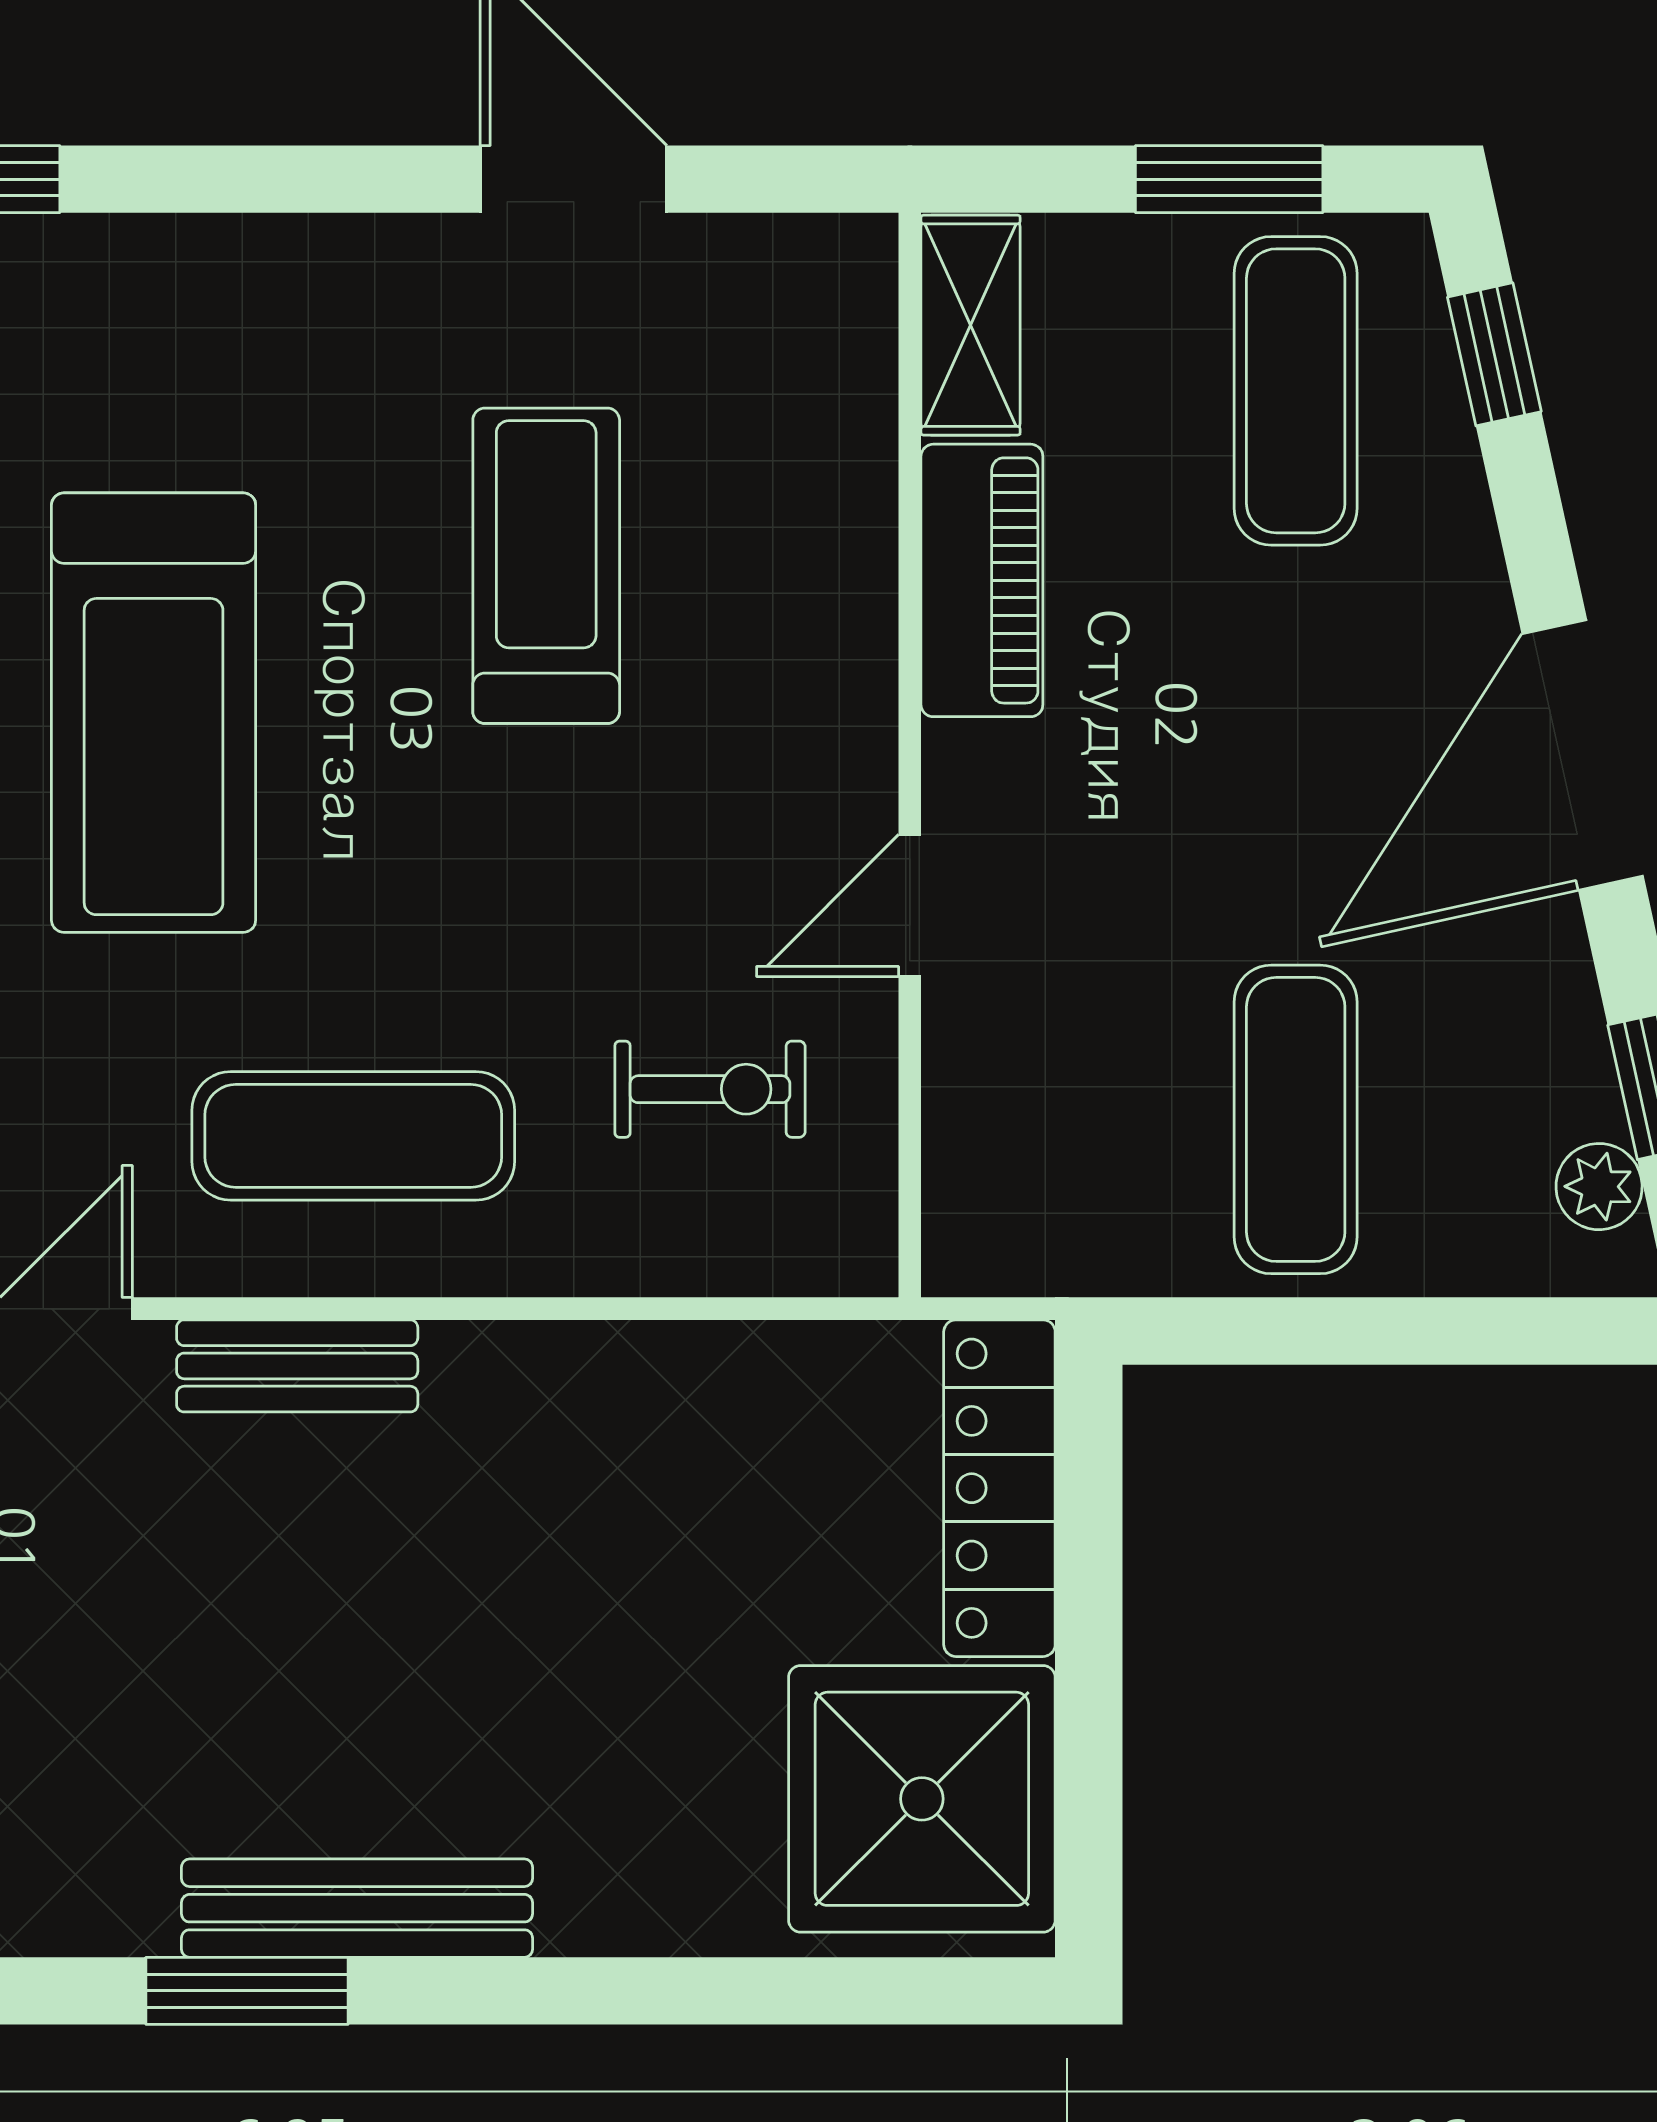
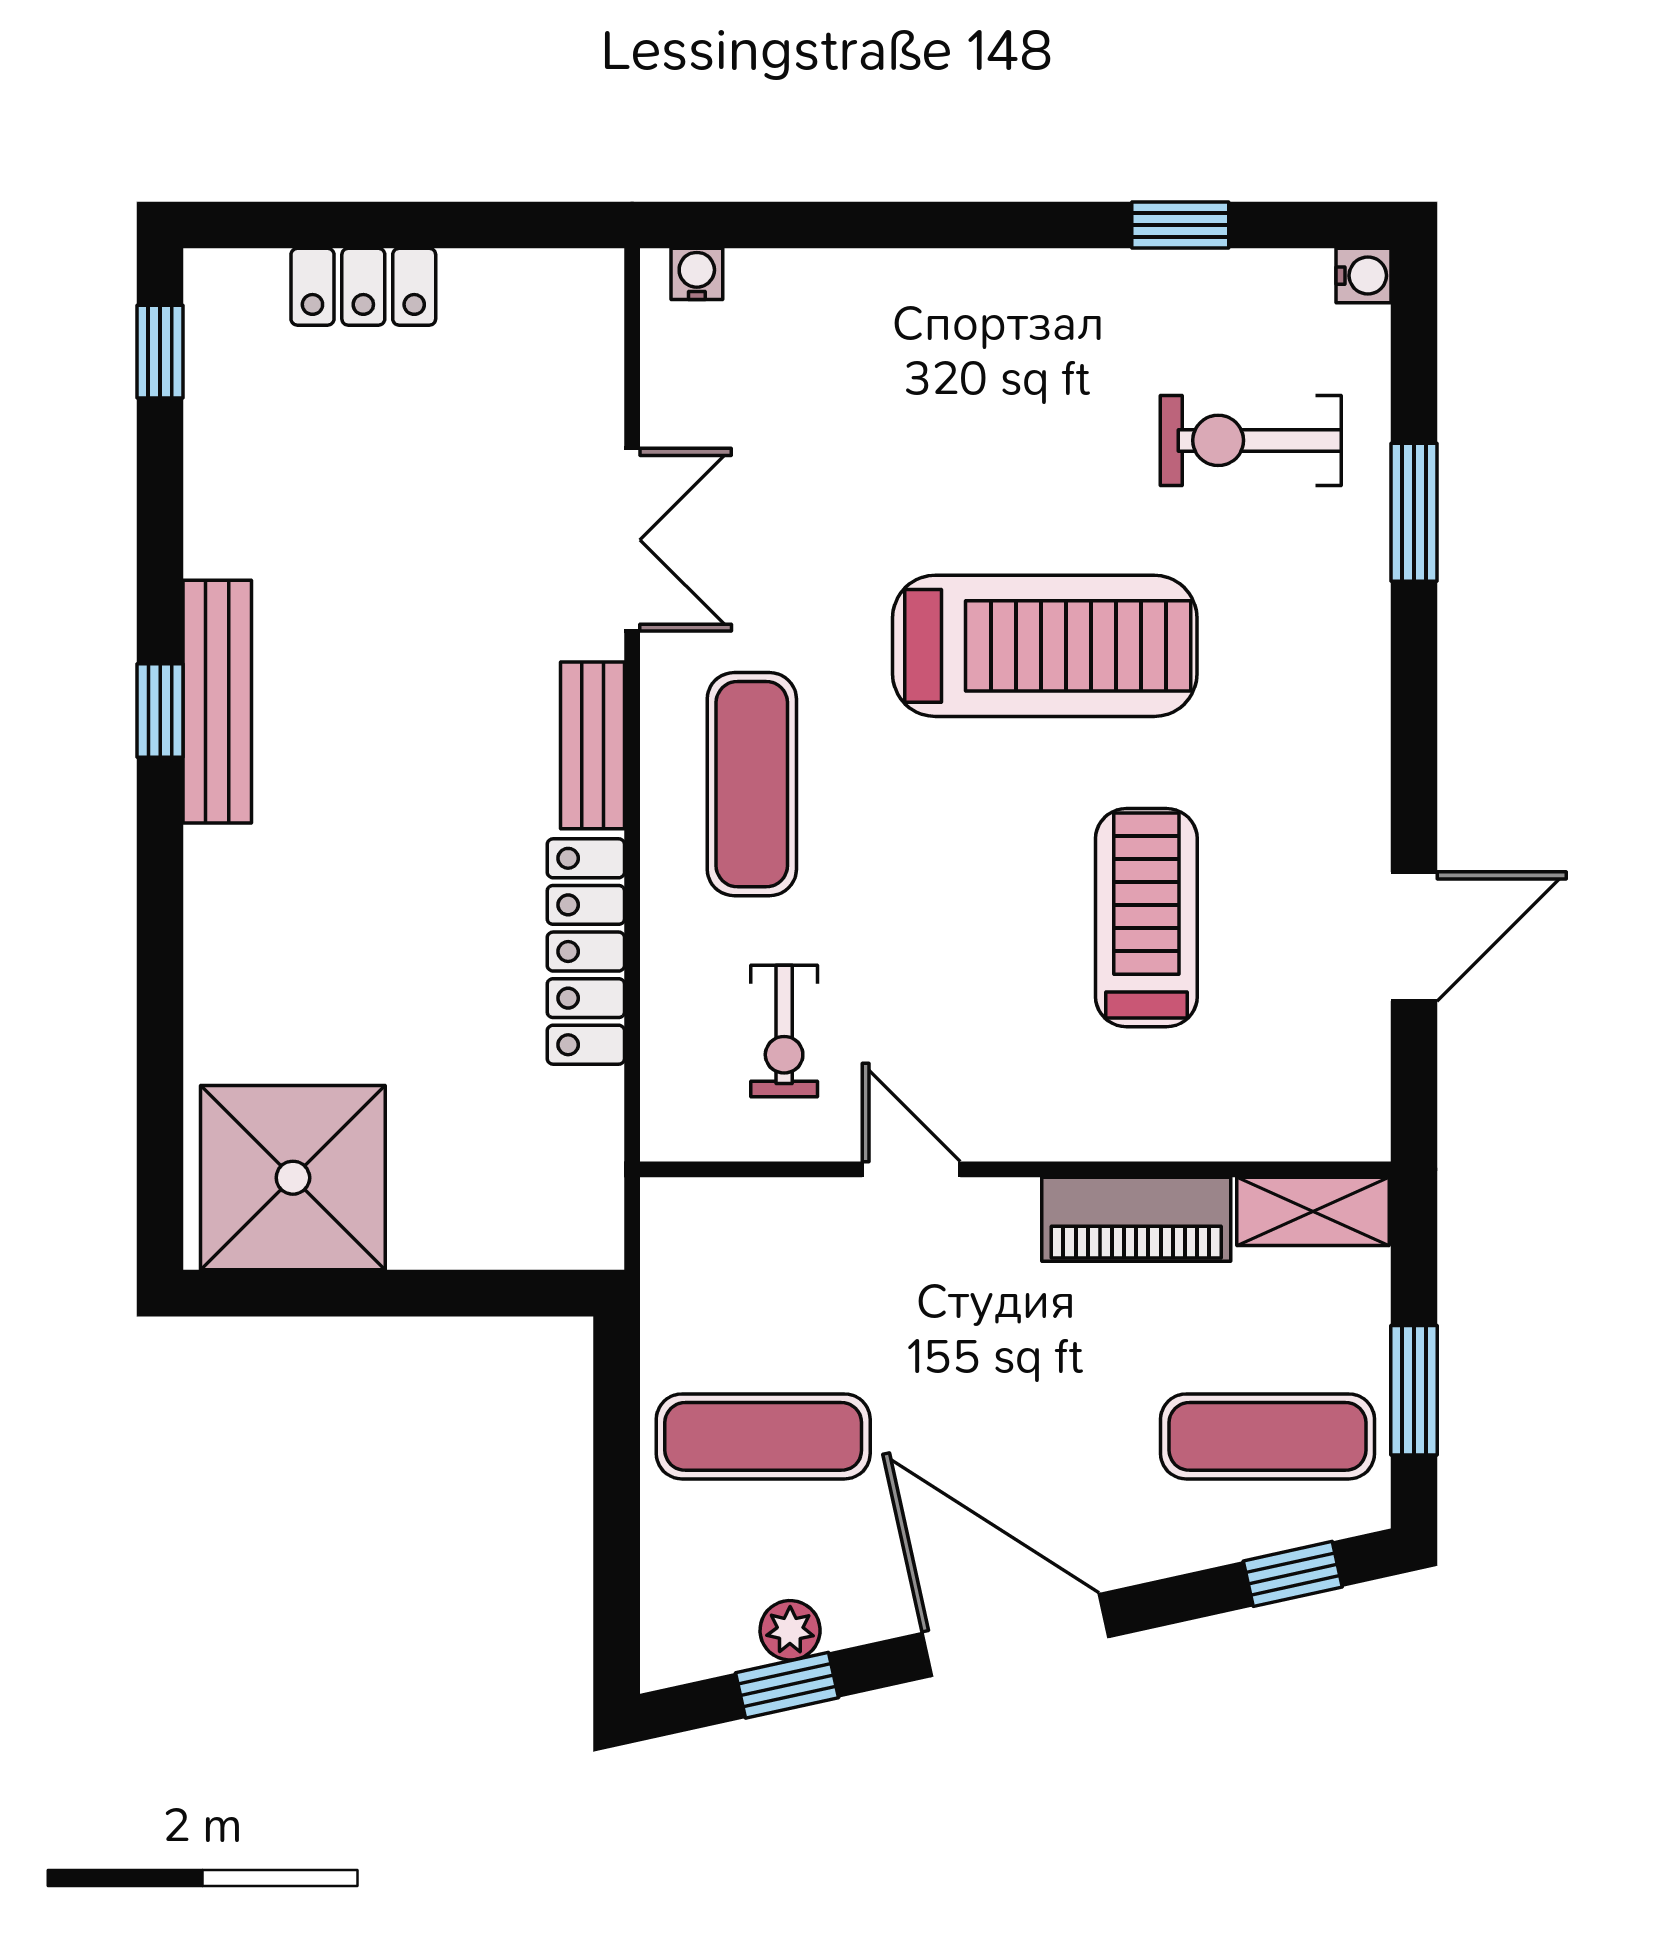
treadmill: (546, 566) -> (1146, 918), turned -90
treadmill: (154, 713) -> (1045, 646), turned 180
plant: (1599, 1187) -> (790, 1630), moved
locker: (999, 1488) -> (586, 952), moved, turned -90
bench: (357, 1908) -> (217, 702), moved
window: (247, 1991) -> (160, 711), width x0.67

